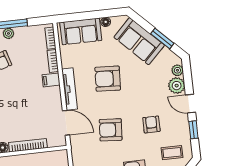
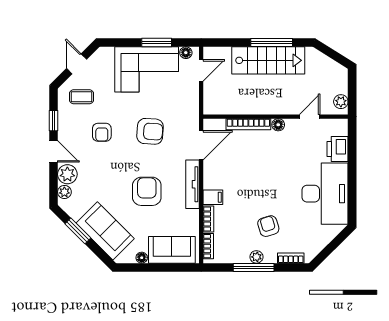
armchair: (108, 79) -> (147, 191), turned -93
door: (66, 123) -> (201, 145), swing flipped

